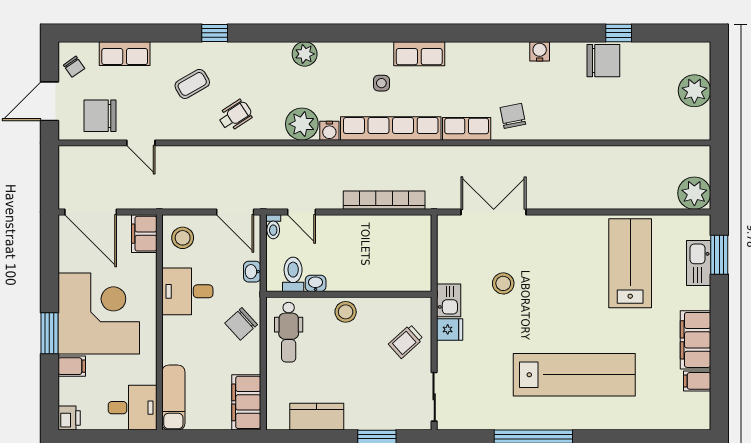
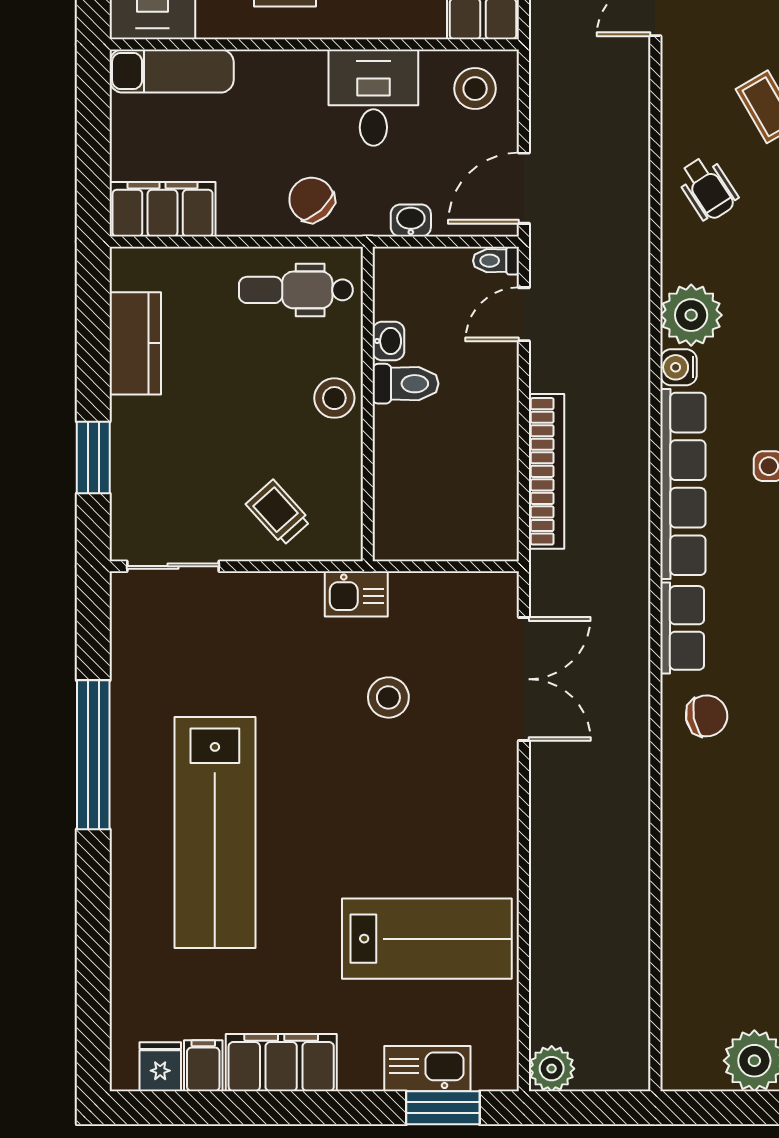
plant: (694, 193) -> (552, 1069), width x0.73, depth x0.73
toilet: (293, 274) -> (406, 384), moved
fridge: (450, 329) -> (160, 1067), moved, turned 180

